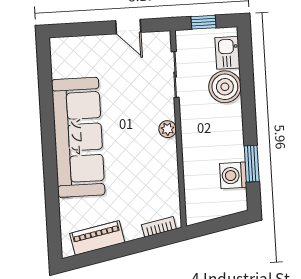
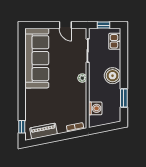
boiler: (225, 87) -> (113, 76), moved
sofa: (78, 137) -> (37, 58), moved
washing machine: (233, 175) -> (95, 108), moved, turned 180
window: (54, 232) -> (22, 127), added

